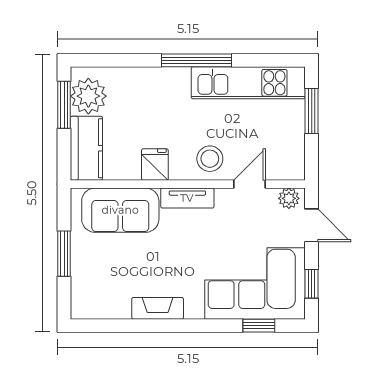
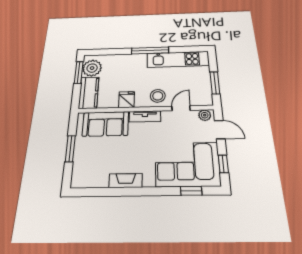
window: (312, 111) -> (215, 83), moved

